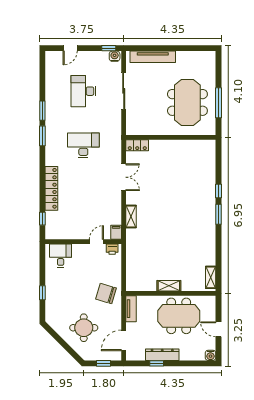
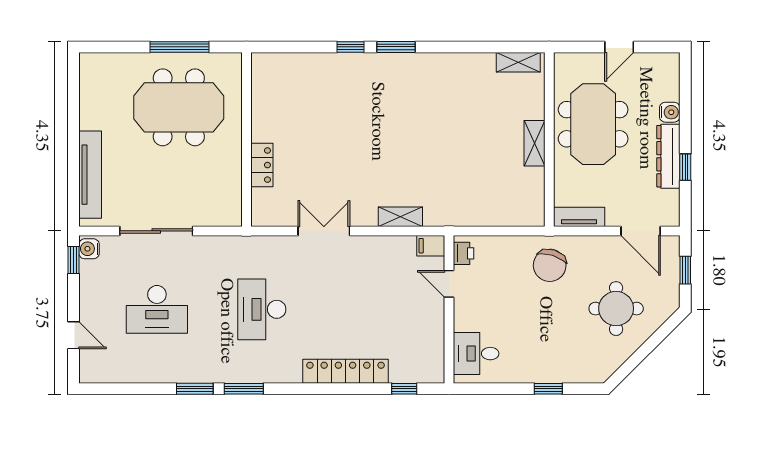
locker: (137, 145) -> (262, 165), moved
water cooler: (210, 355) -> (670, 112), moved

